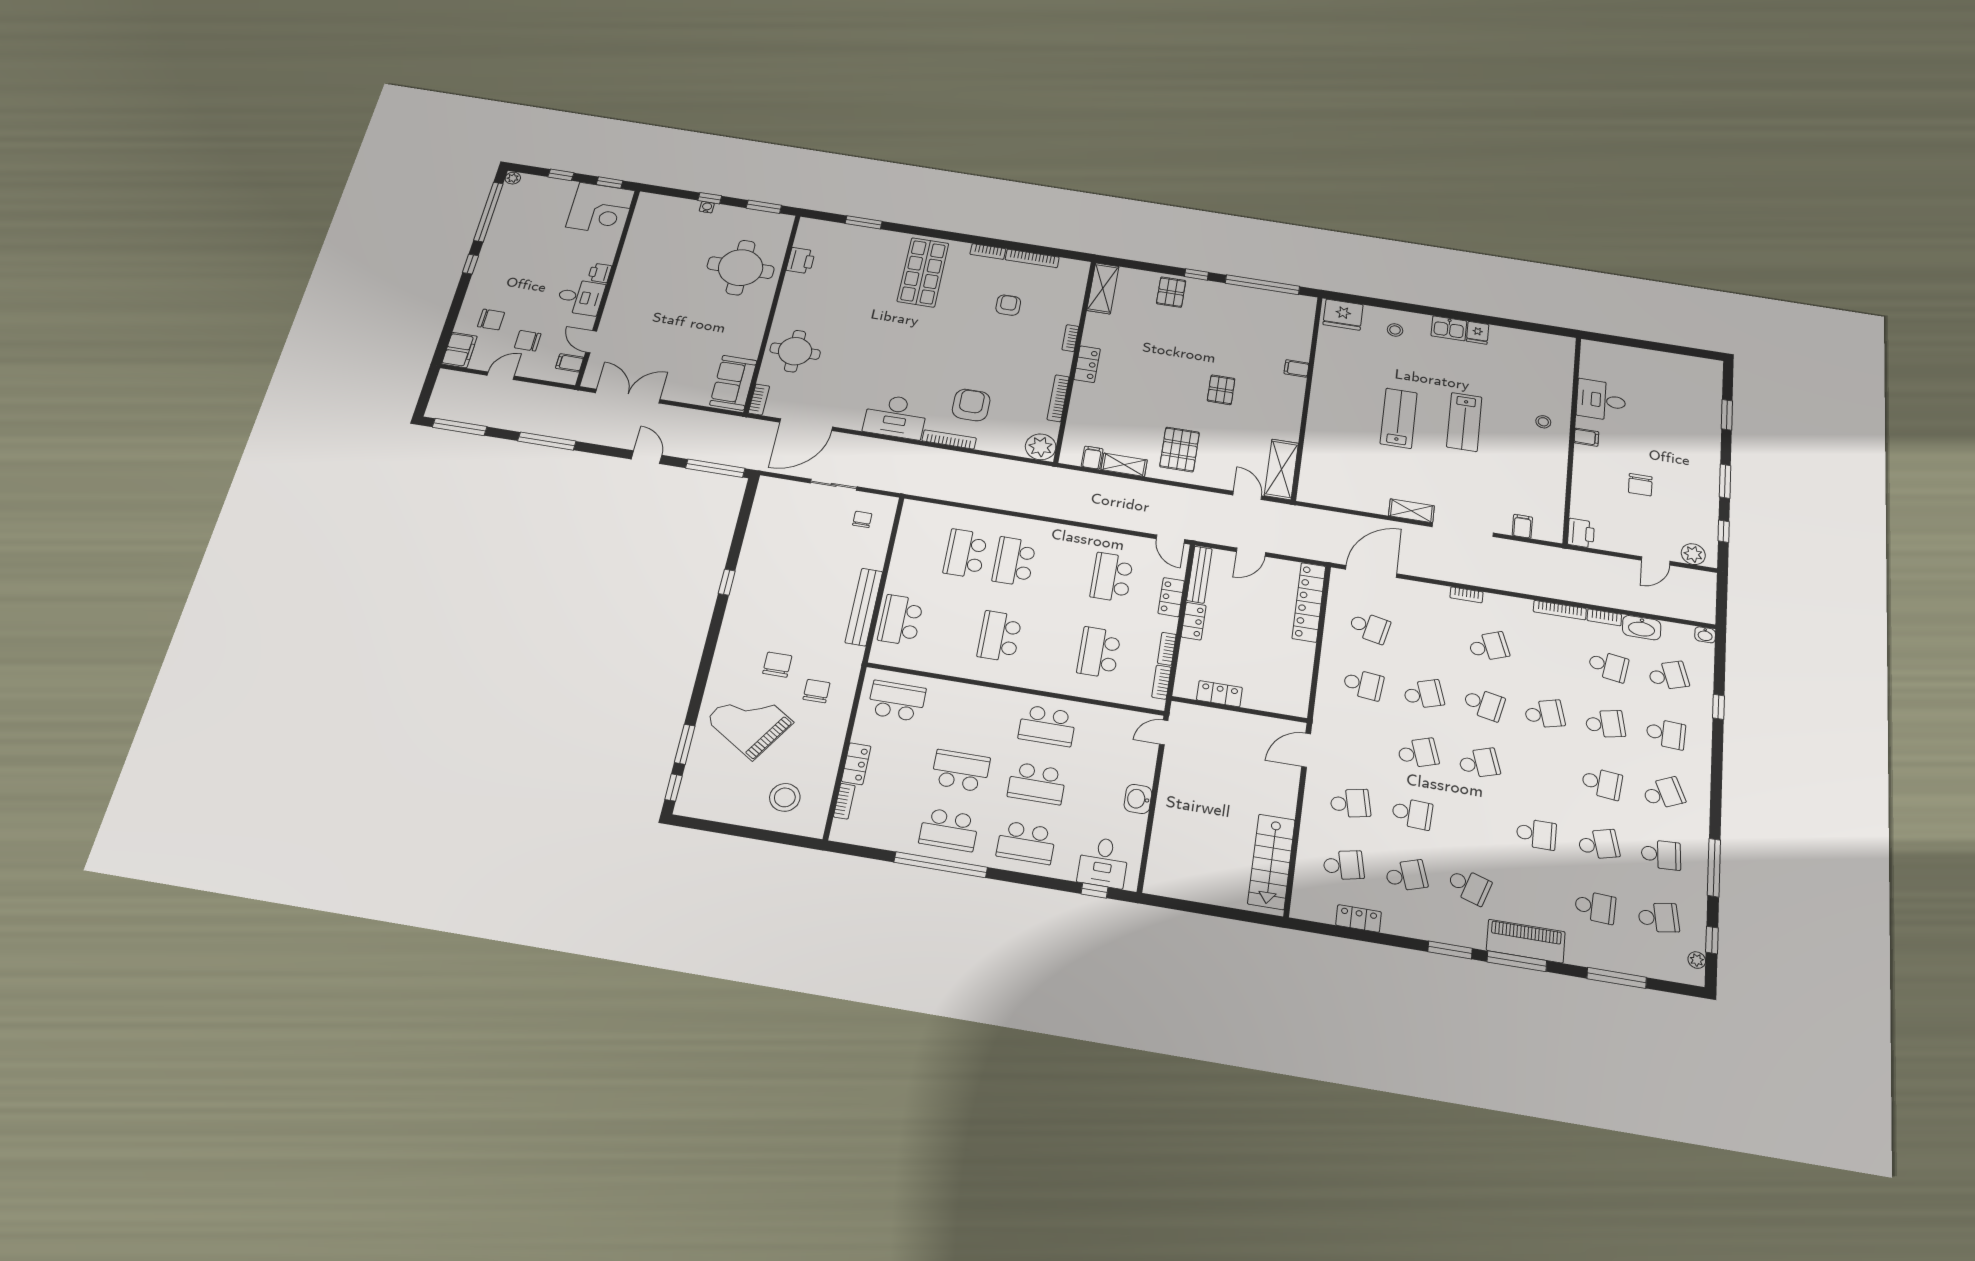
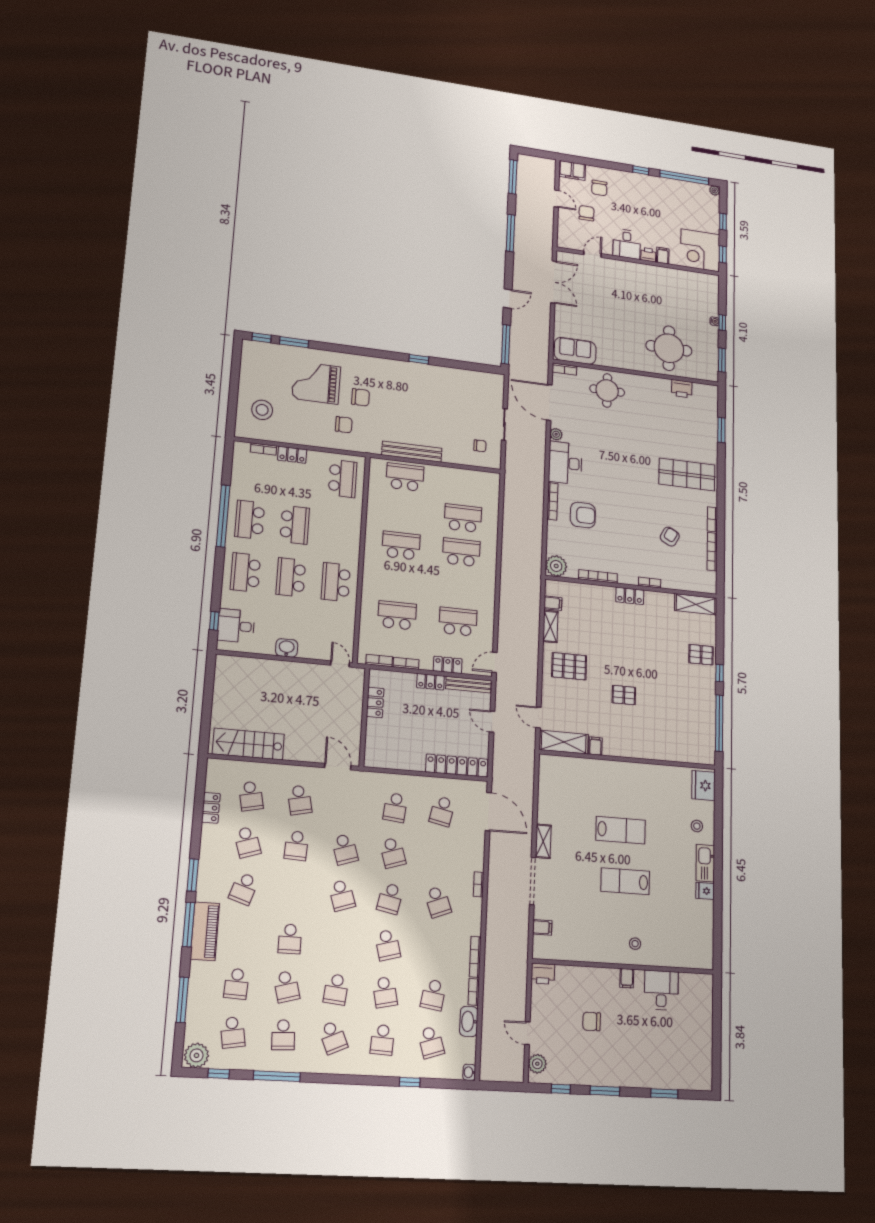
armchair: (1008, 305) -> (670, 537), turned -62
kitchen sink: (1449, 328) -> (705, 863), width x1.38
filing cabinet: (570, 363) -> (663, 256), moved
filing cabinet: (1296, 368) -> (595, 746), moved
plant: (853, 422) -> (556, 434), added
door: (1247, 495) -> (538, 717), swing flipped
grand piano: (750, 721) -> (316, 383), turned -123
plant: (1697, 960) -> (196, 1055), width x1.88, depth x1.88

